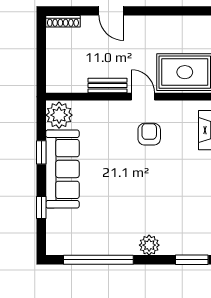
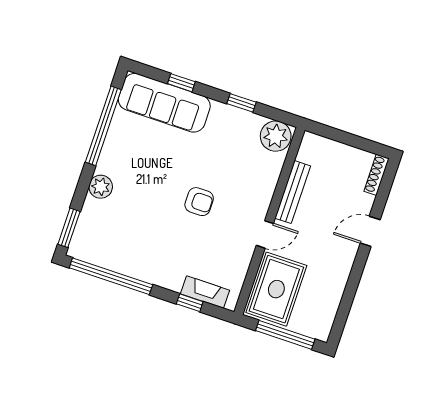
bench: (108, 86) -> (293, 192), width x1.36
armchair: (149, 134) -> (199, 202), moved
sofa: (62, 169) -> (164, 103), moved

